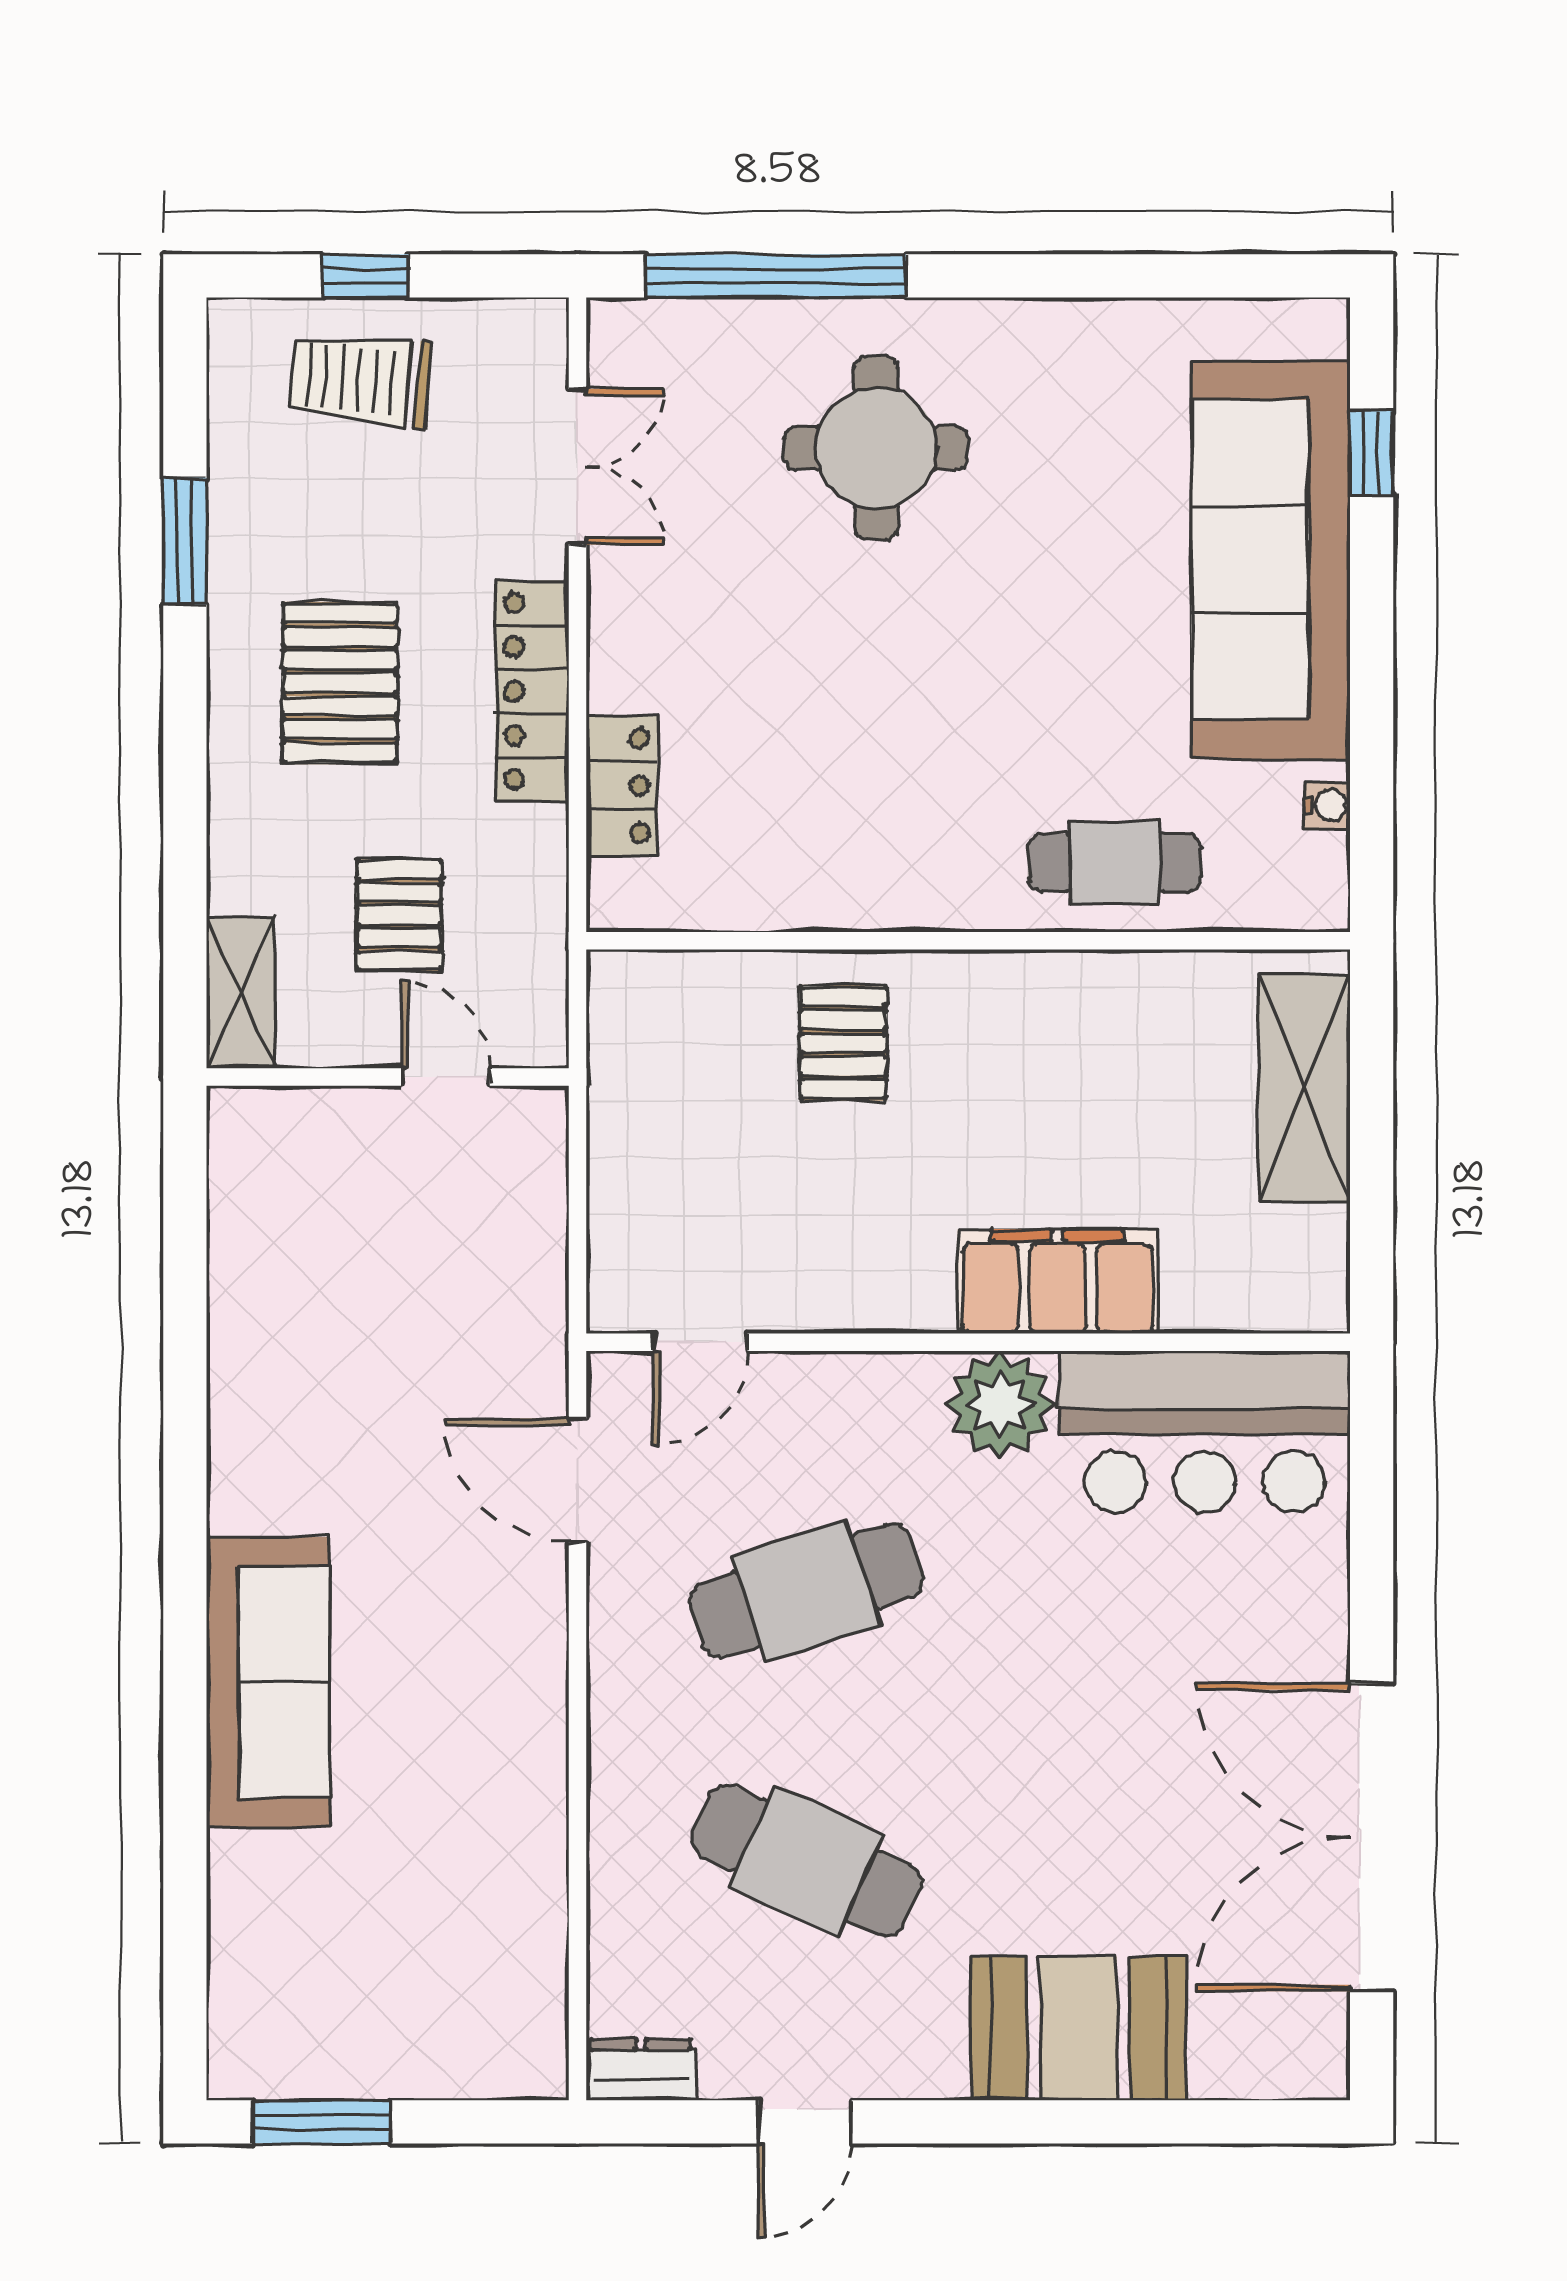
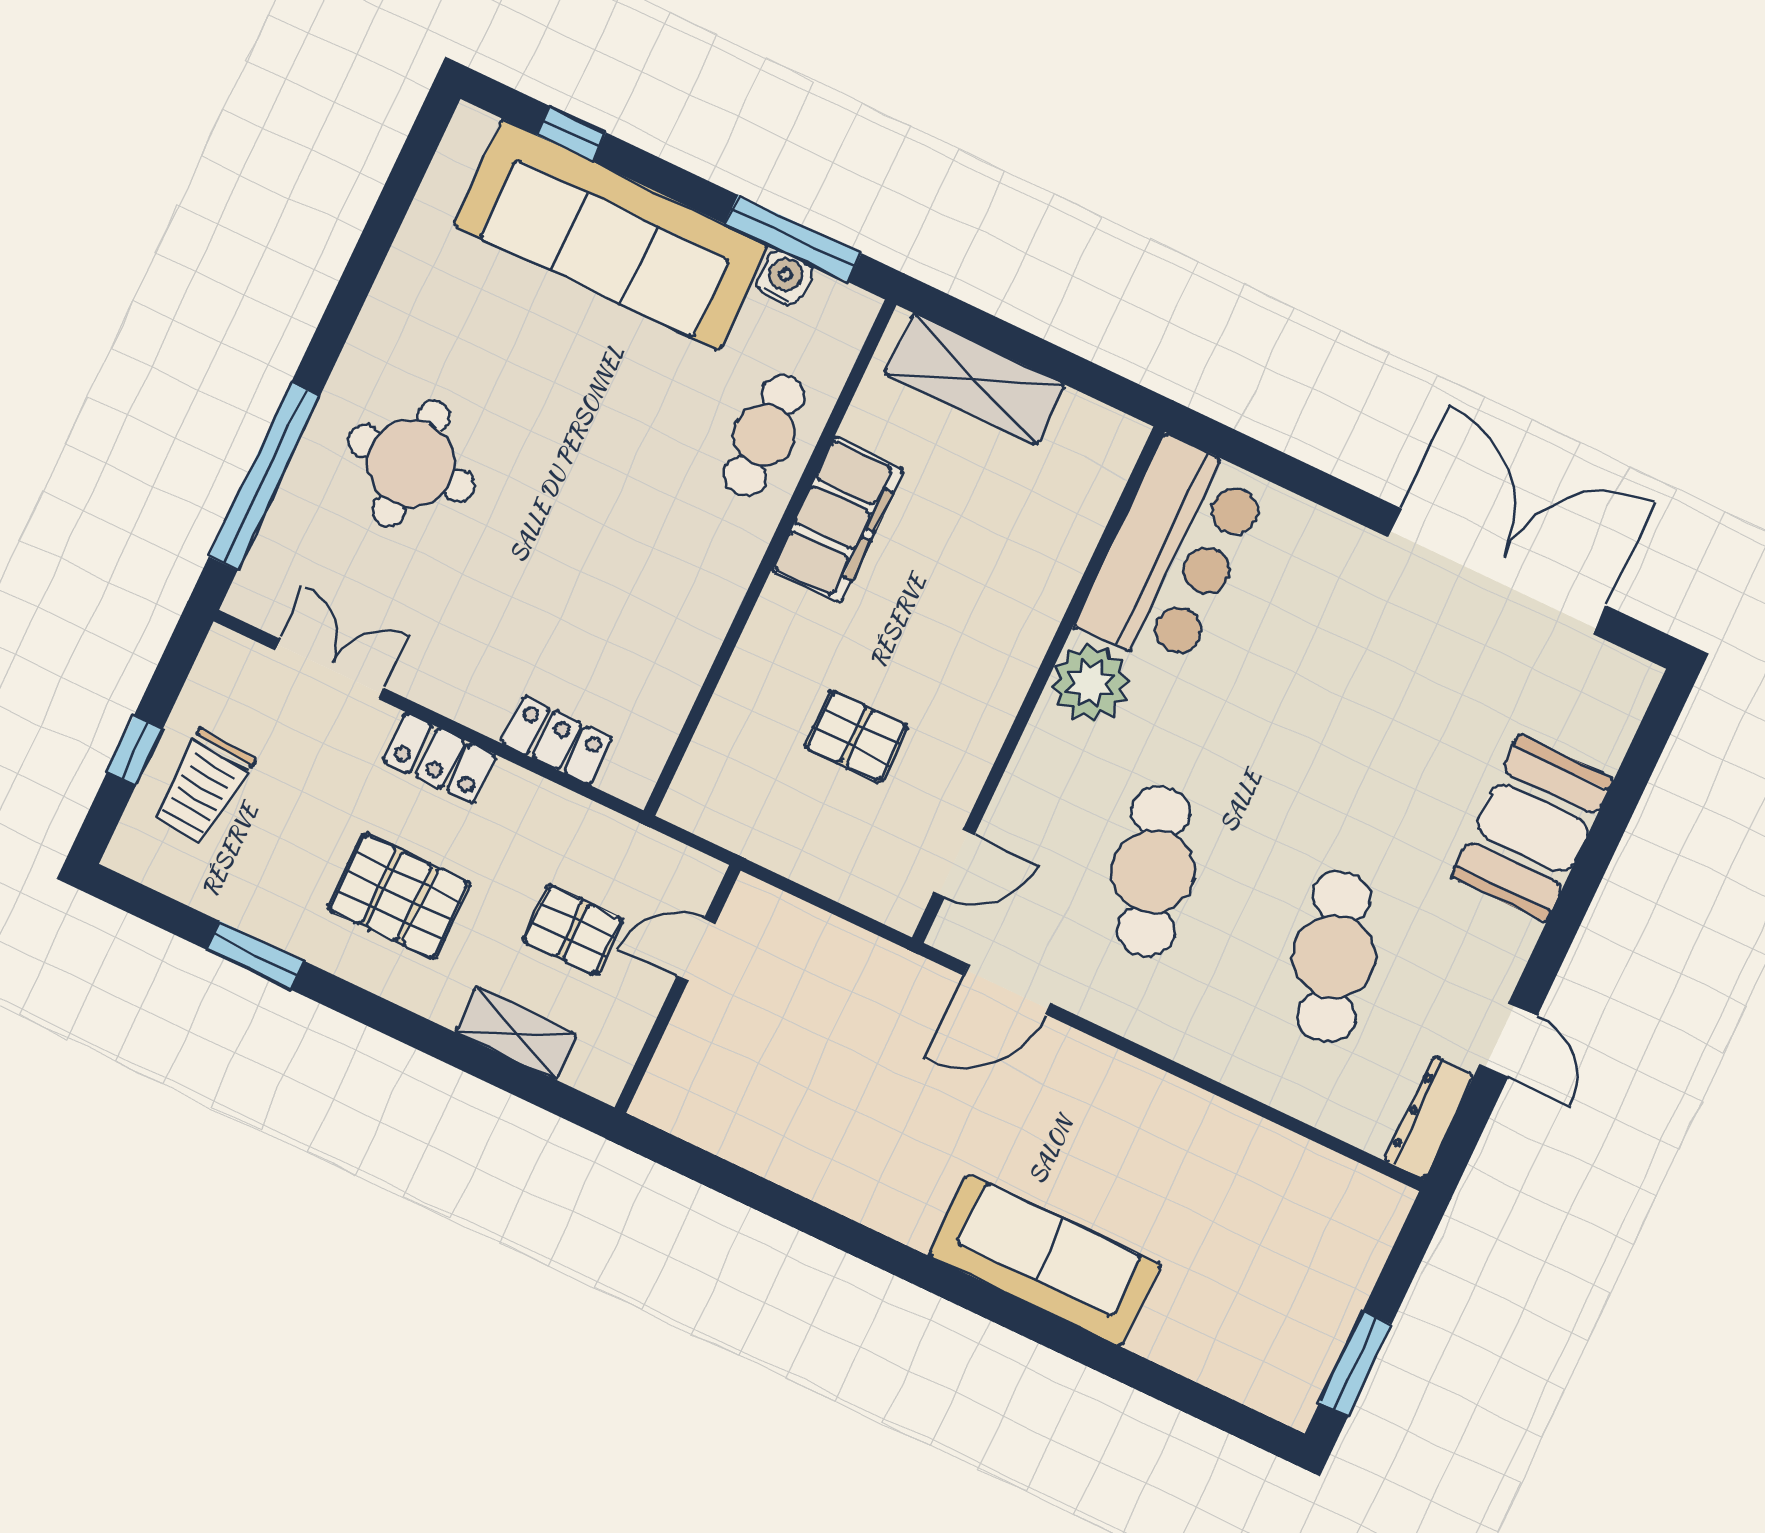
locker: (532, 691) -> (440, 758), width x0.66
window: (1372, 785) -> (793, 239), added
water cooler: (1327, 805) -> (784, 278), width x1.38, depth x1.38
shelving: (240, 993) -> (516, 1033), moved
pallet: (843, 1043) -> (856, 736), moved
filing cabinet: (1058, 1281) -> (838, 520), moved, turned 180
door: (700, 1342) -> (954, 864), hinge flipped
double door: (1372, 1837) -> (1497, 571), swing flipped
cafe table: (806, 1861) -> (1334, 957), turned -42
dresser: (641, 2070) -> (1429, 1118), width x1.44

